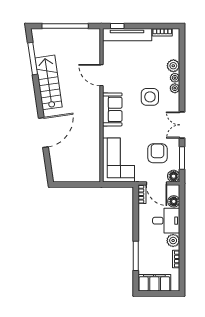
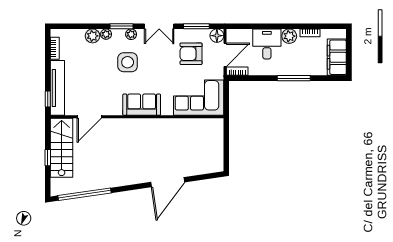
window: (65, 26) -> (48, 158), width x0.32
window: (33, 59) -> (84, 194), width x1.46
door: (101, 75) -> (89, 117), moved
stairs: (49, 82) -> (62, 148), moved, turned 98
plant: (175, 88) -> (131, 34), moved
window: (182, 91) -> (121, 26), added
door: (43, 132) -> (168, 182), swing flipped
floor lamp: (174, 201) -> (245, 35), removed
window: (136, 256) -> (294, 78), moved

